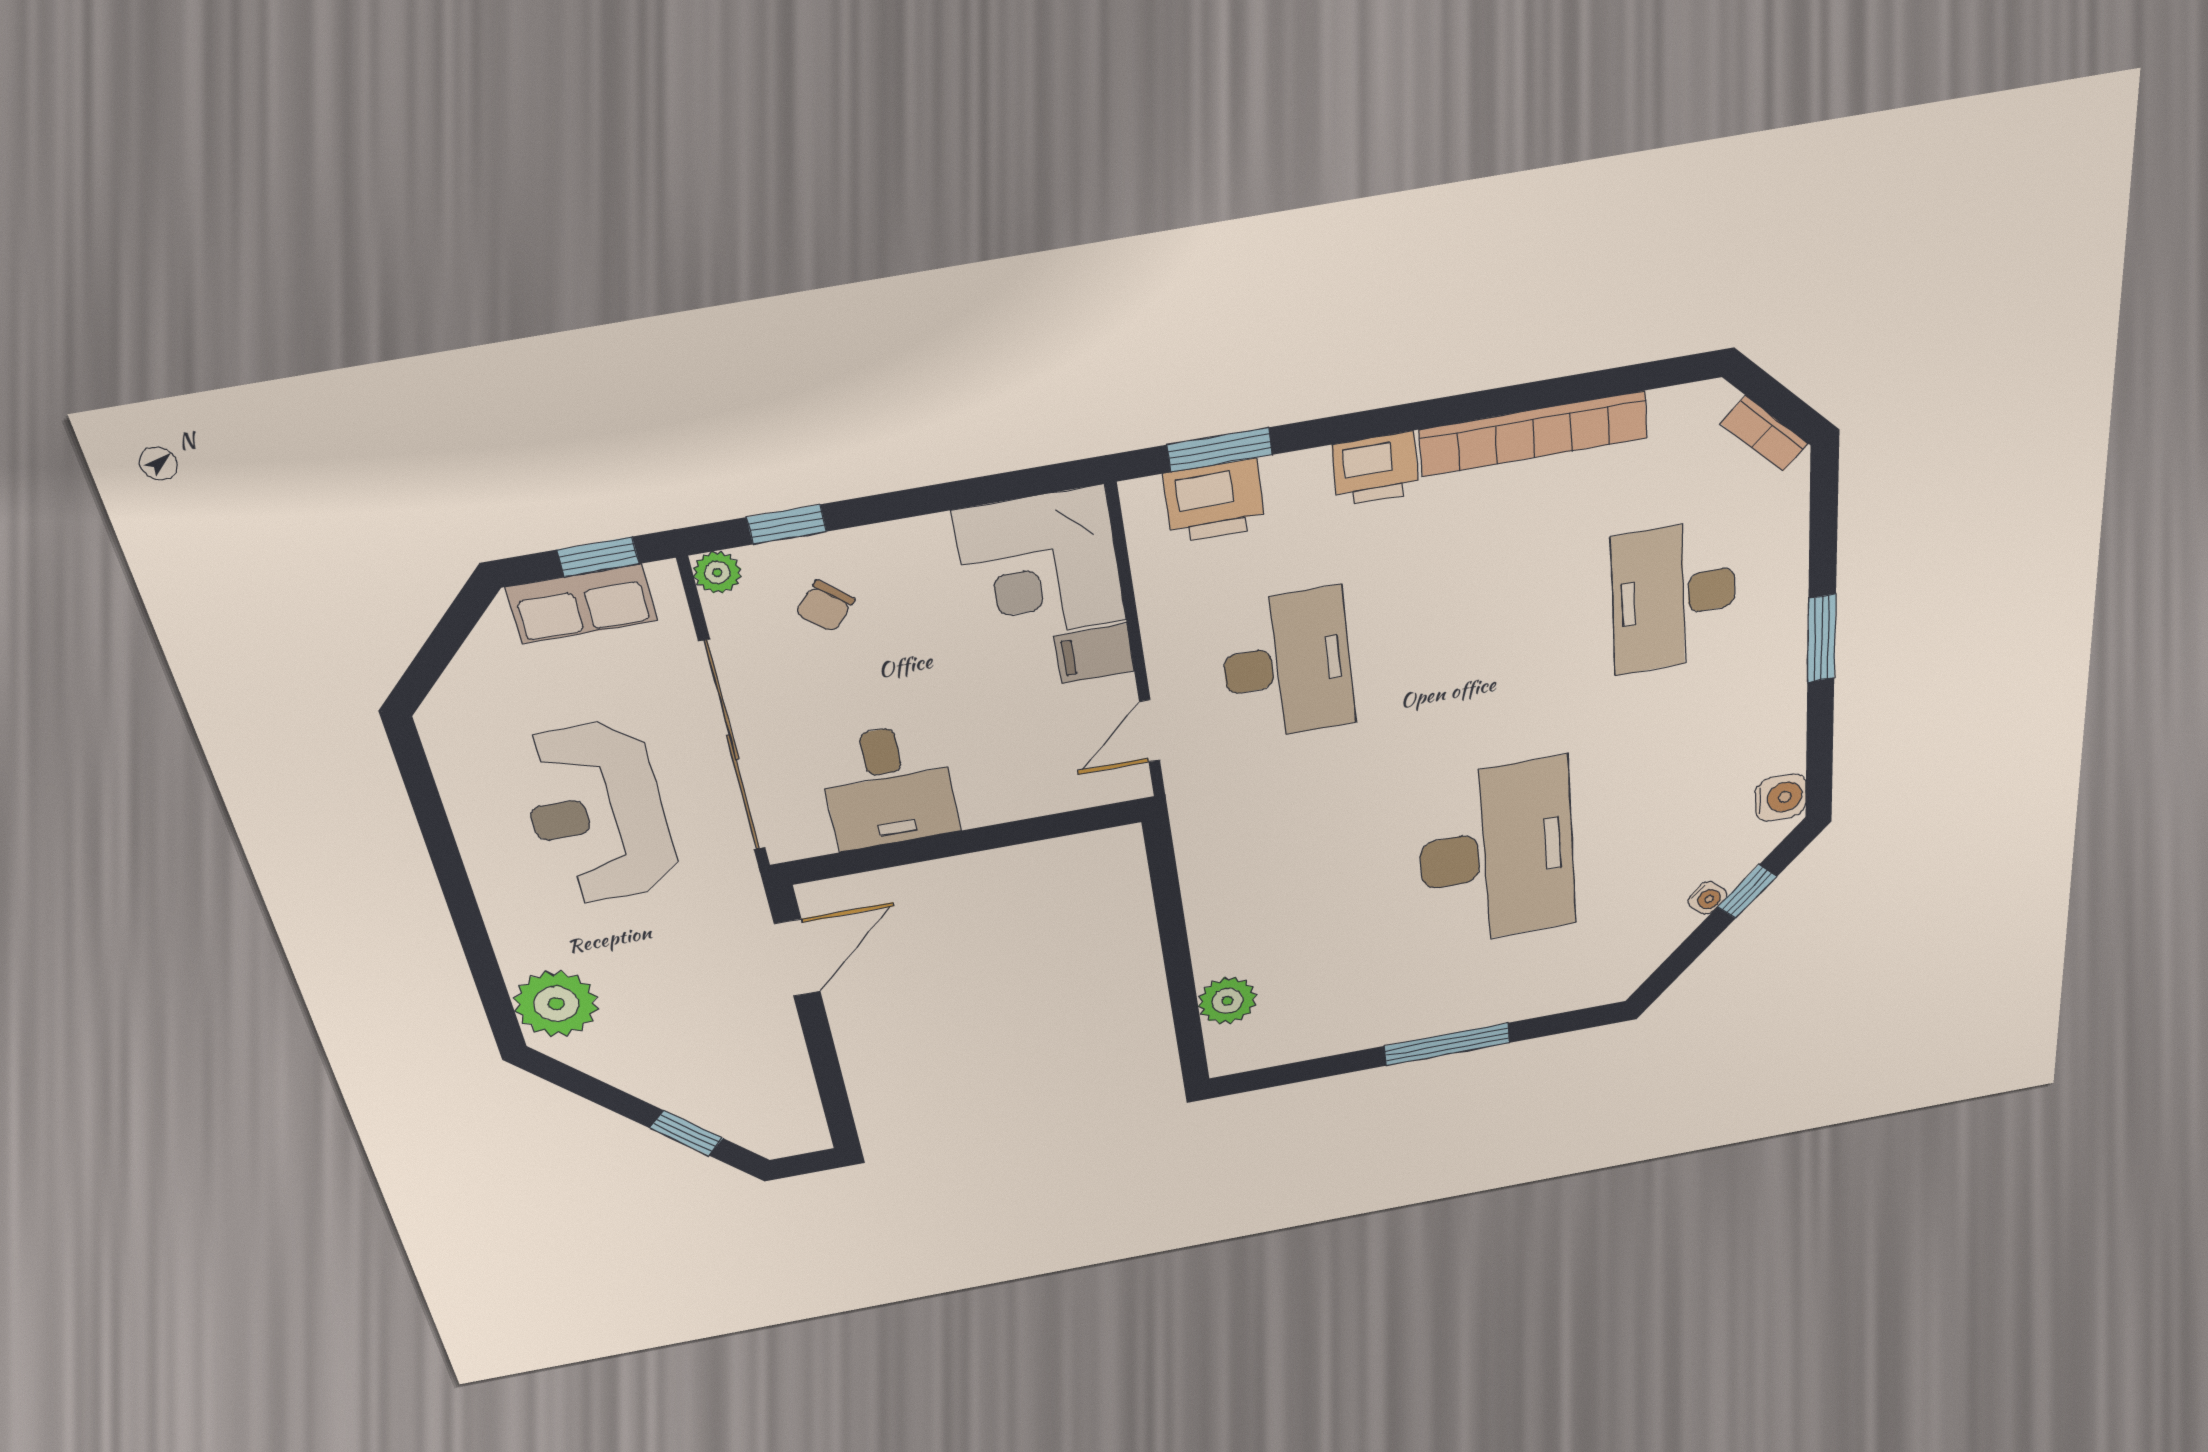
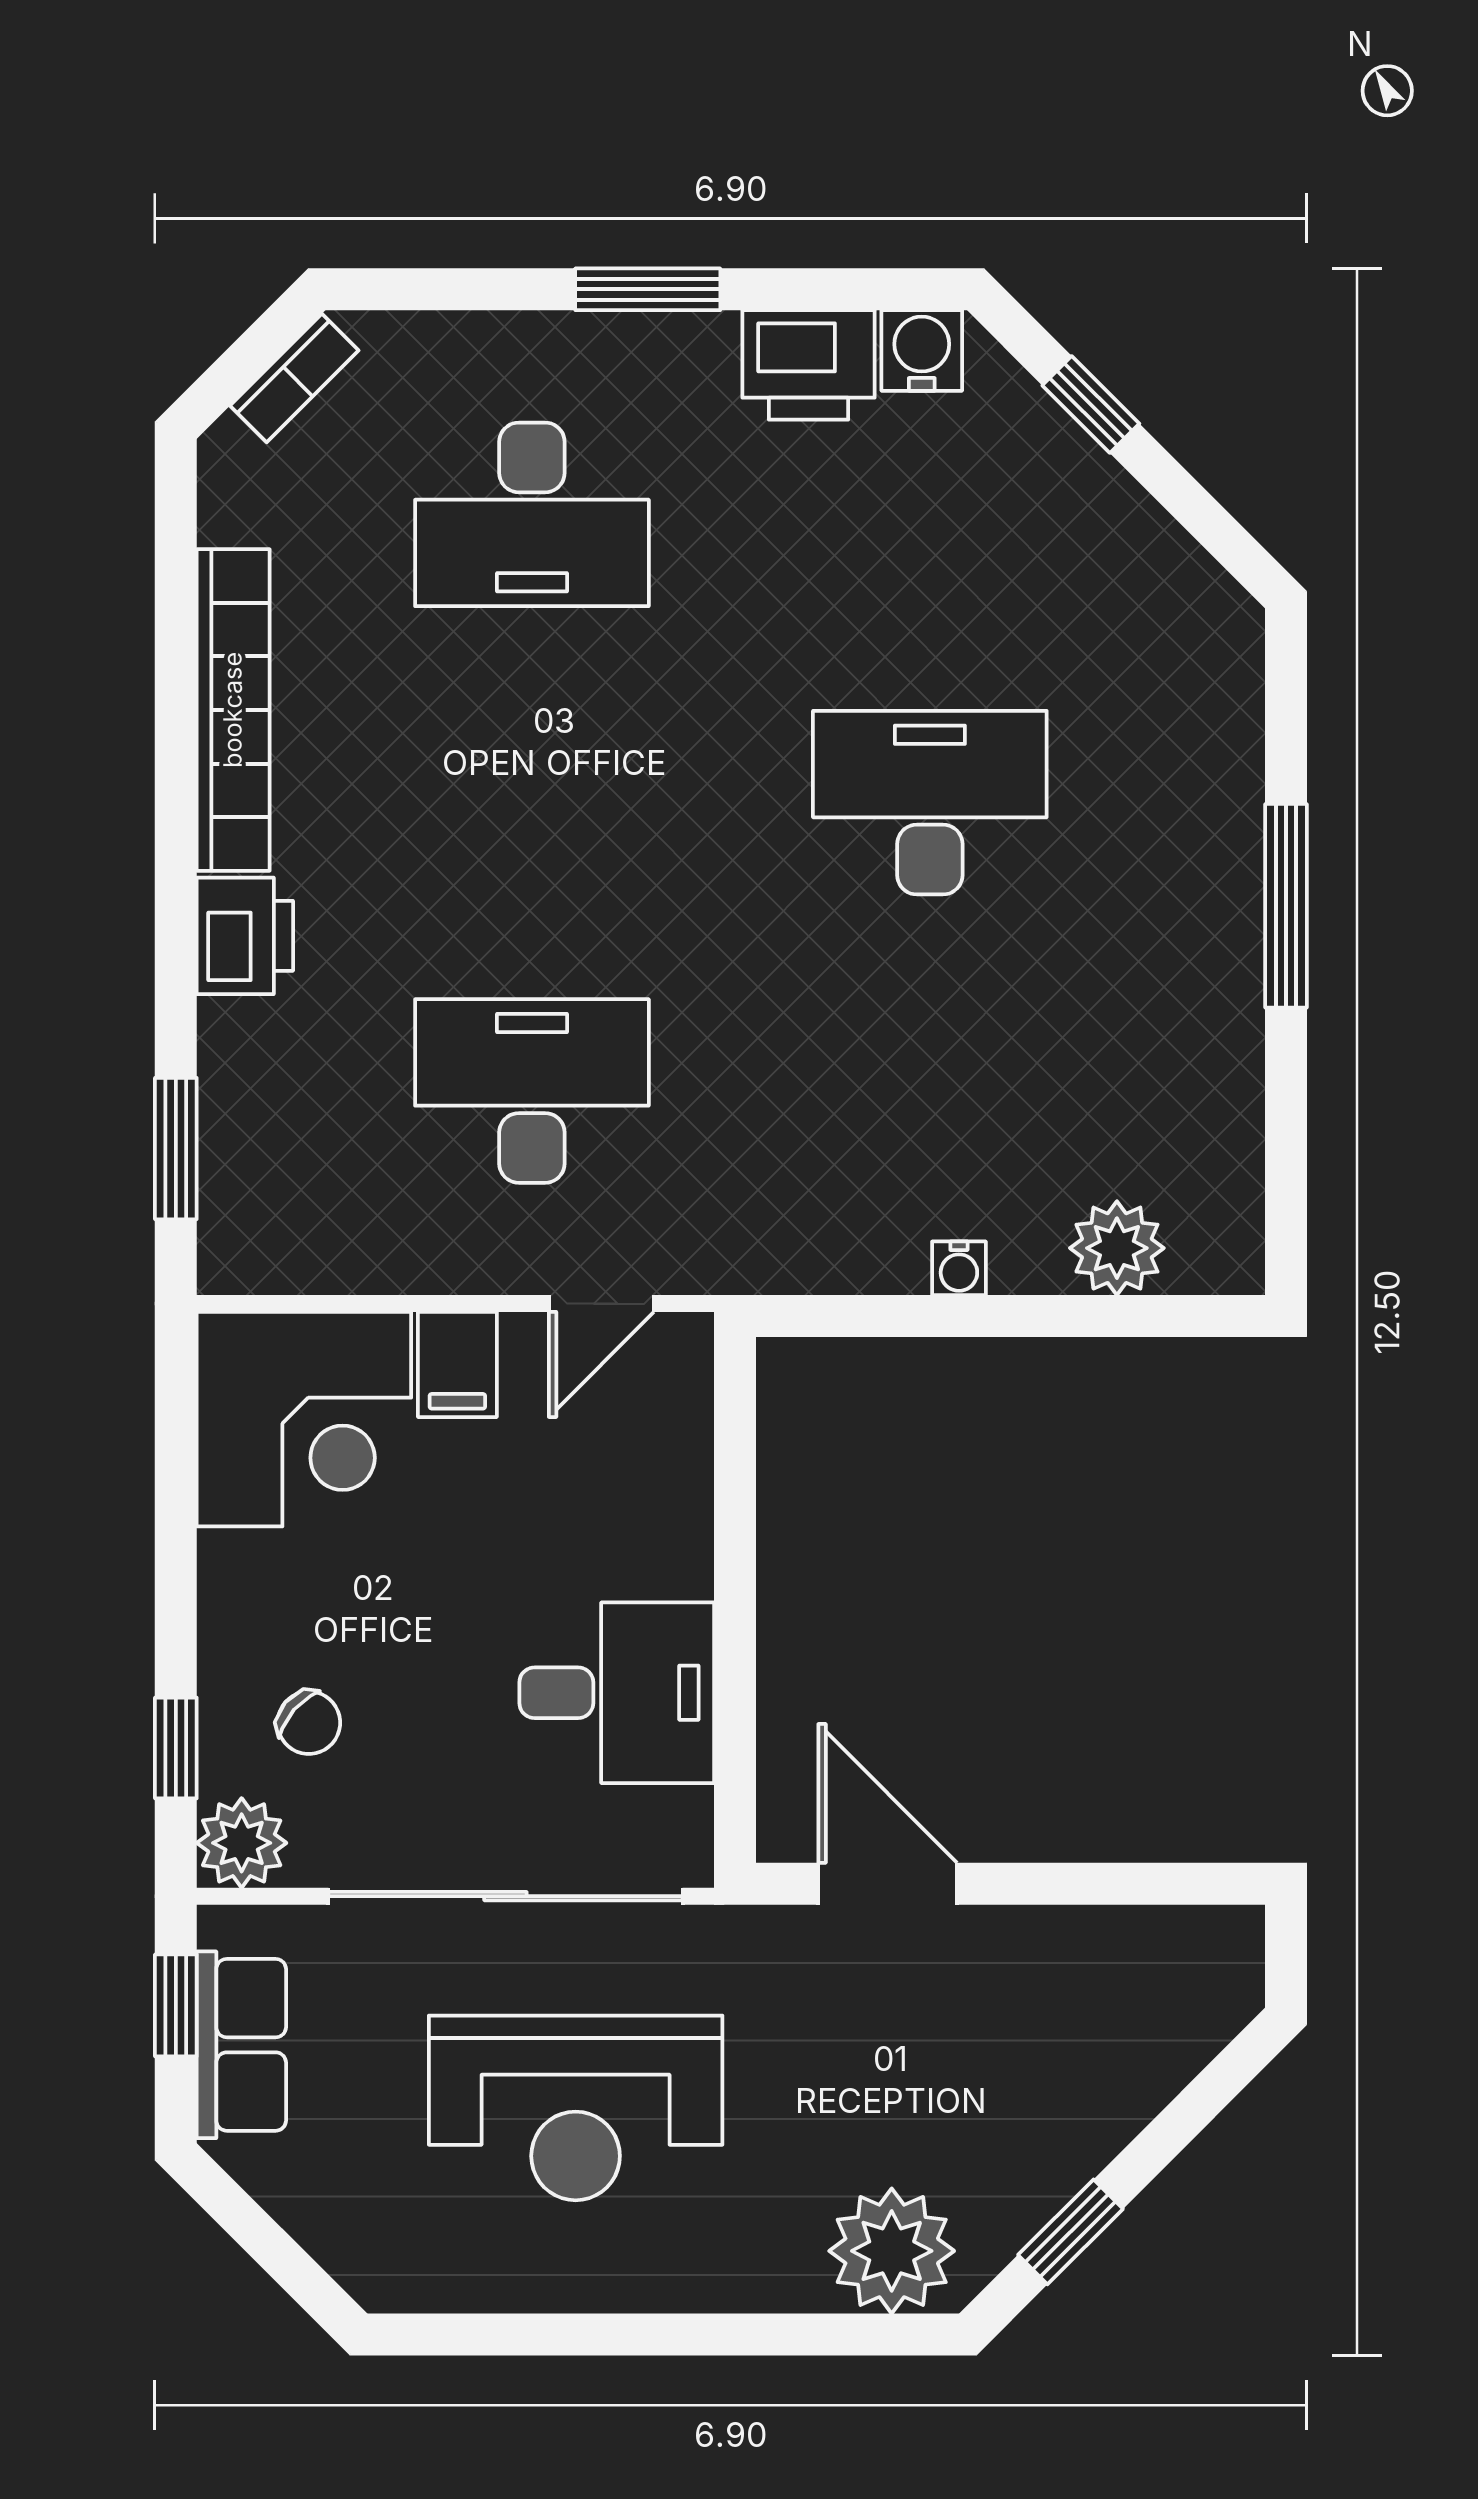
printer: (1214, 501) -> (809, 365), moved, turned 90
plant: (717, 572) -> (242, 1843), width x1.38, depth x1.38
door: (1150, 731) -> (601, 1304), hinge flipped
desk: (1497, 854) -> (930, 803), width x0.73, depth x0.77
water cooler: (1707, 898) -> (959, 1268), moved, turned 135
window: (686, 1133) -> (1070, 2232), moved

